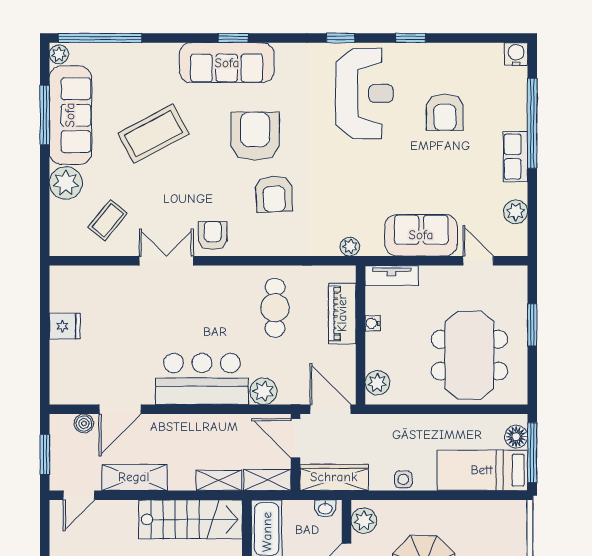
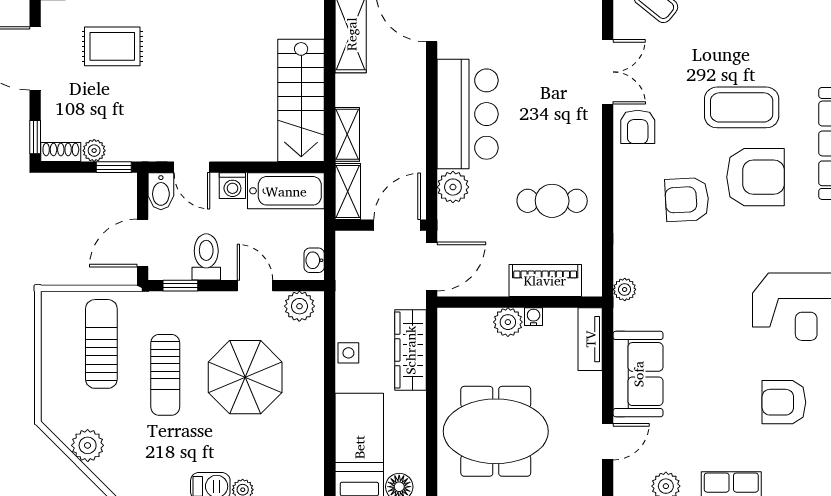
coffee table: (153, 134) -> (742, 107), moved, turned -62
armchair: (213, 235) -> (638, 127), turned 90
plant: (377, 383) -> (508, 322), moved
wardrobe: (334, 477) -> (410, 350), moved, turned 180

